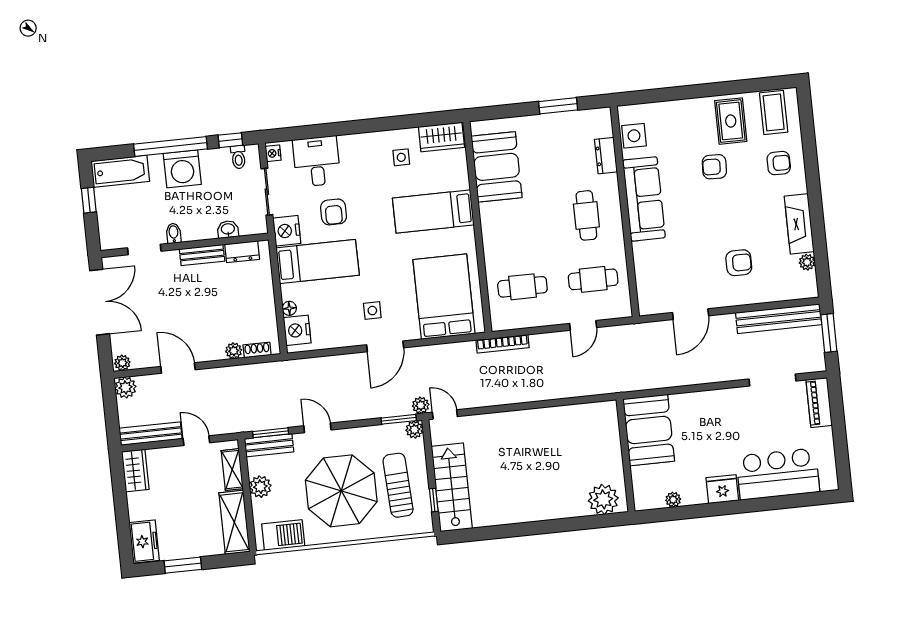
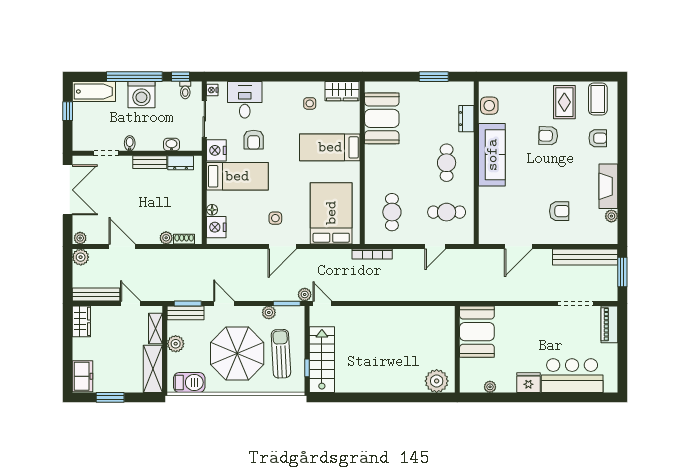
cafe table: (522, 287) -> (392, 212), turned 90
plant: (414, 430) -> (269, 312), moved

